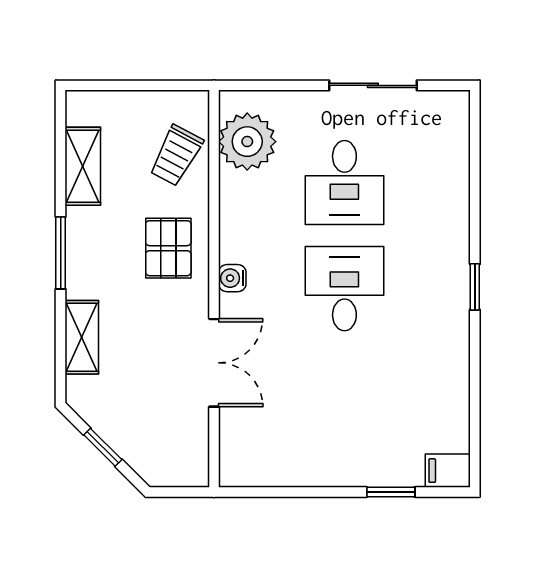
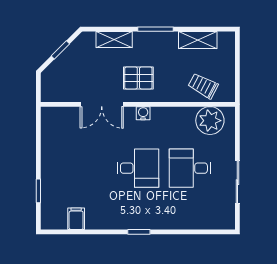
pallet: (168, 248) -> (138, 78), moved
filing cabinet: (448, 471) -> (76, 219), moved

